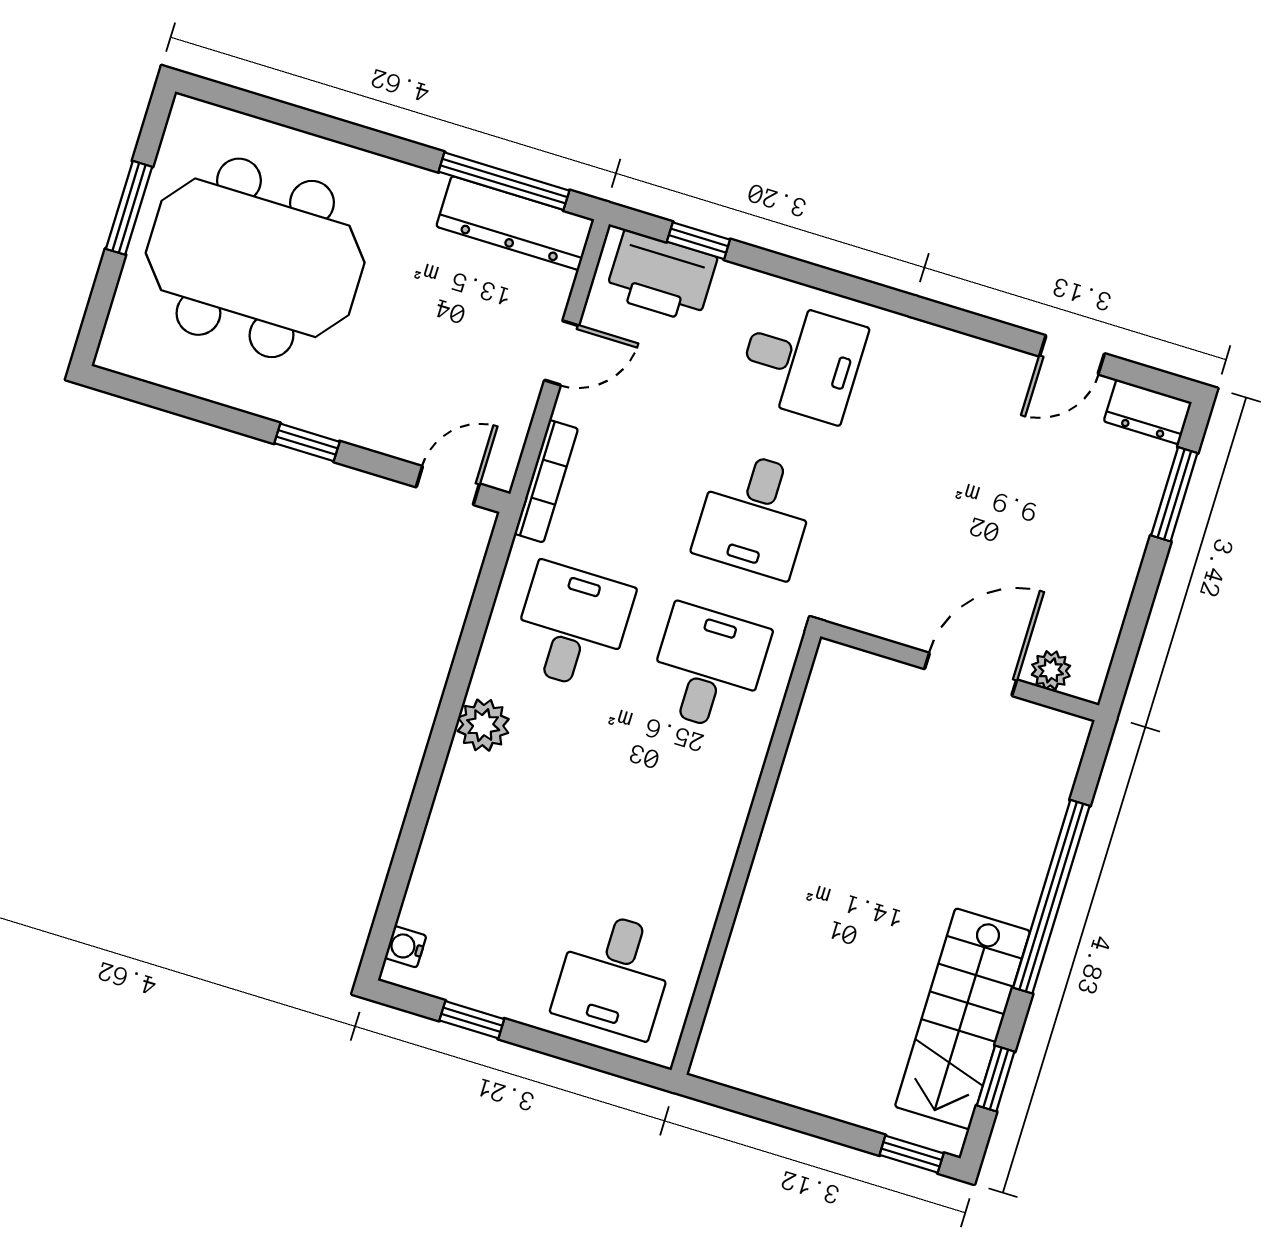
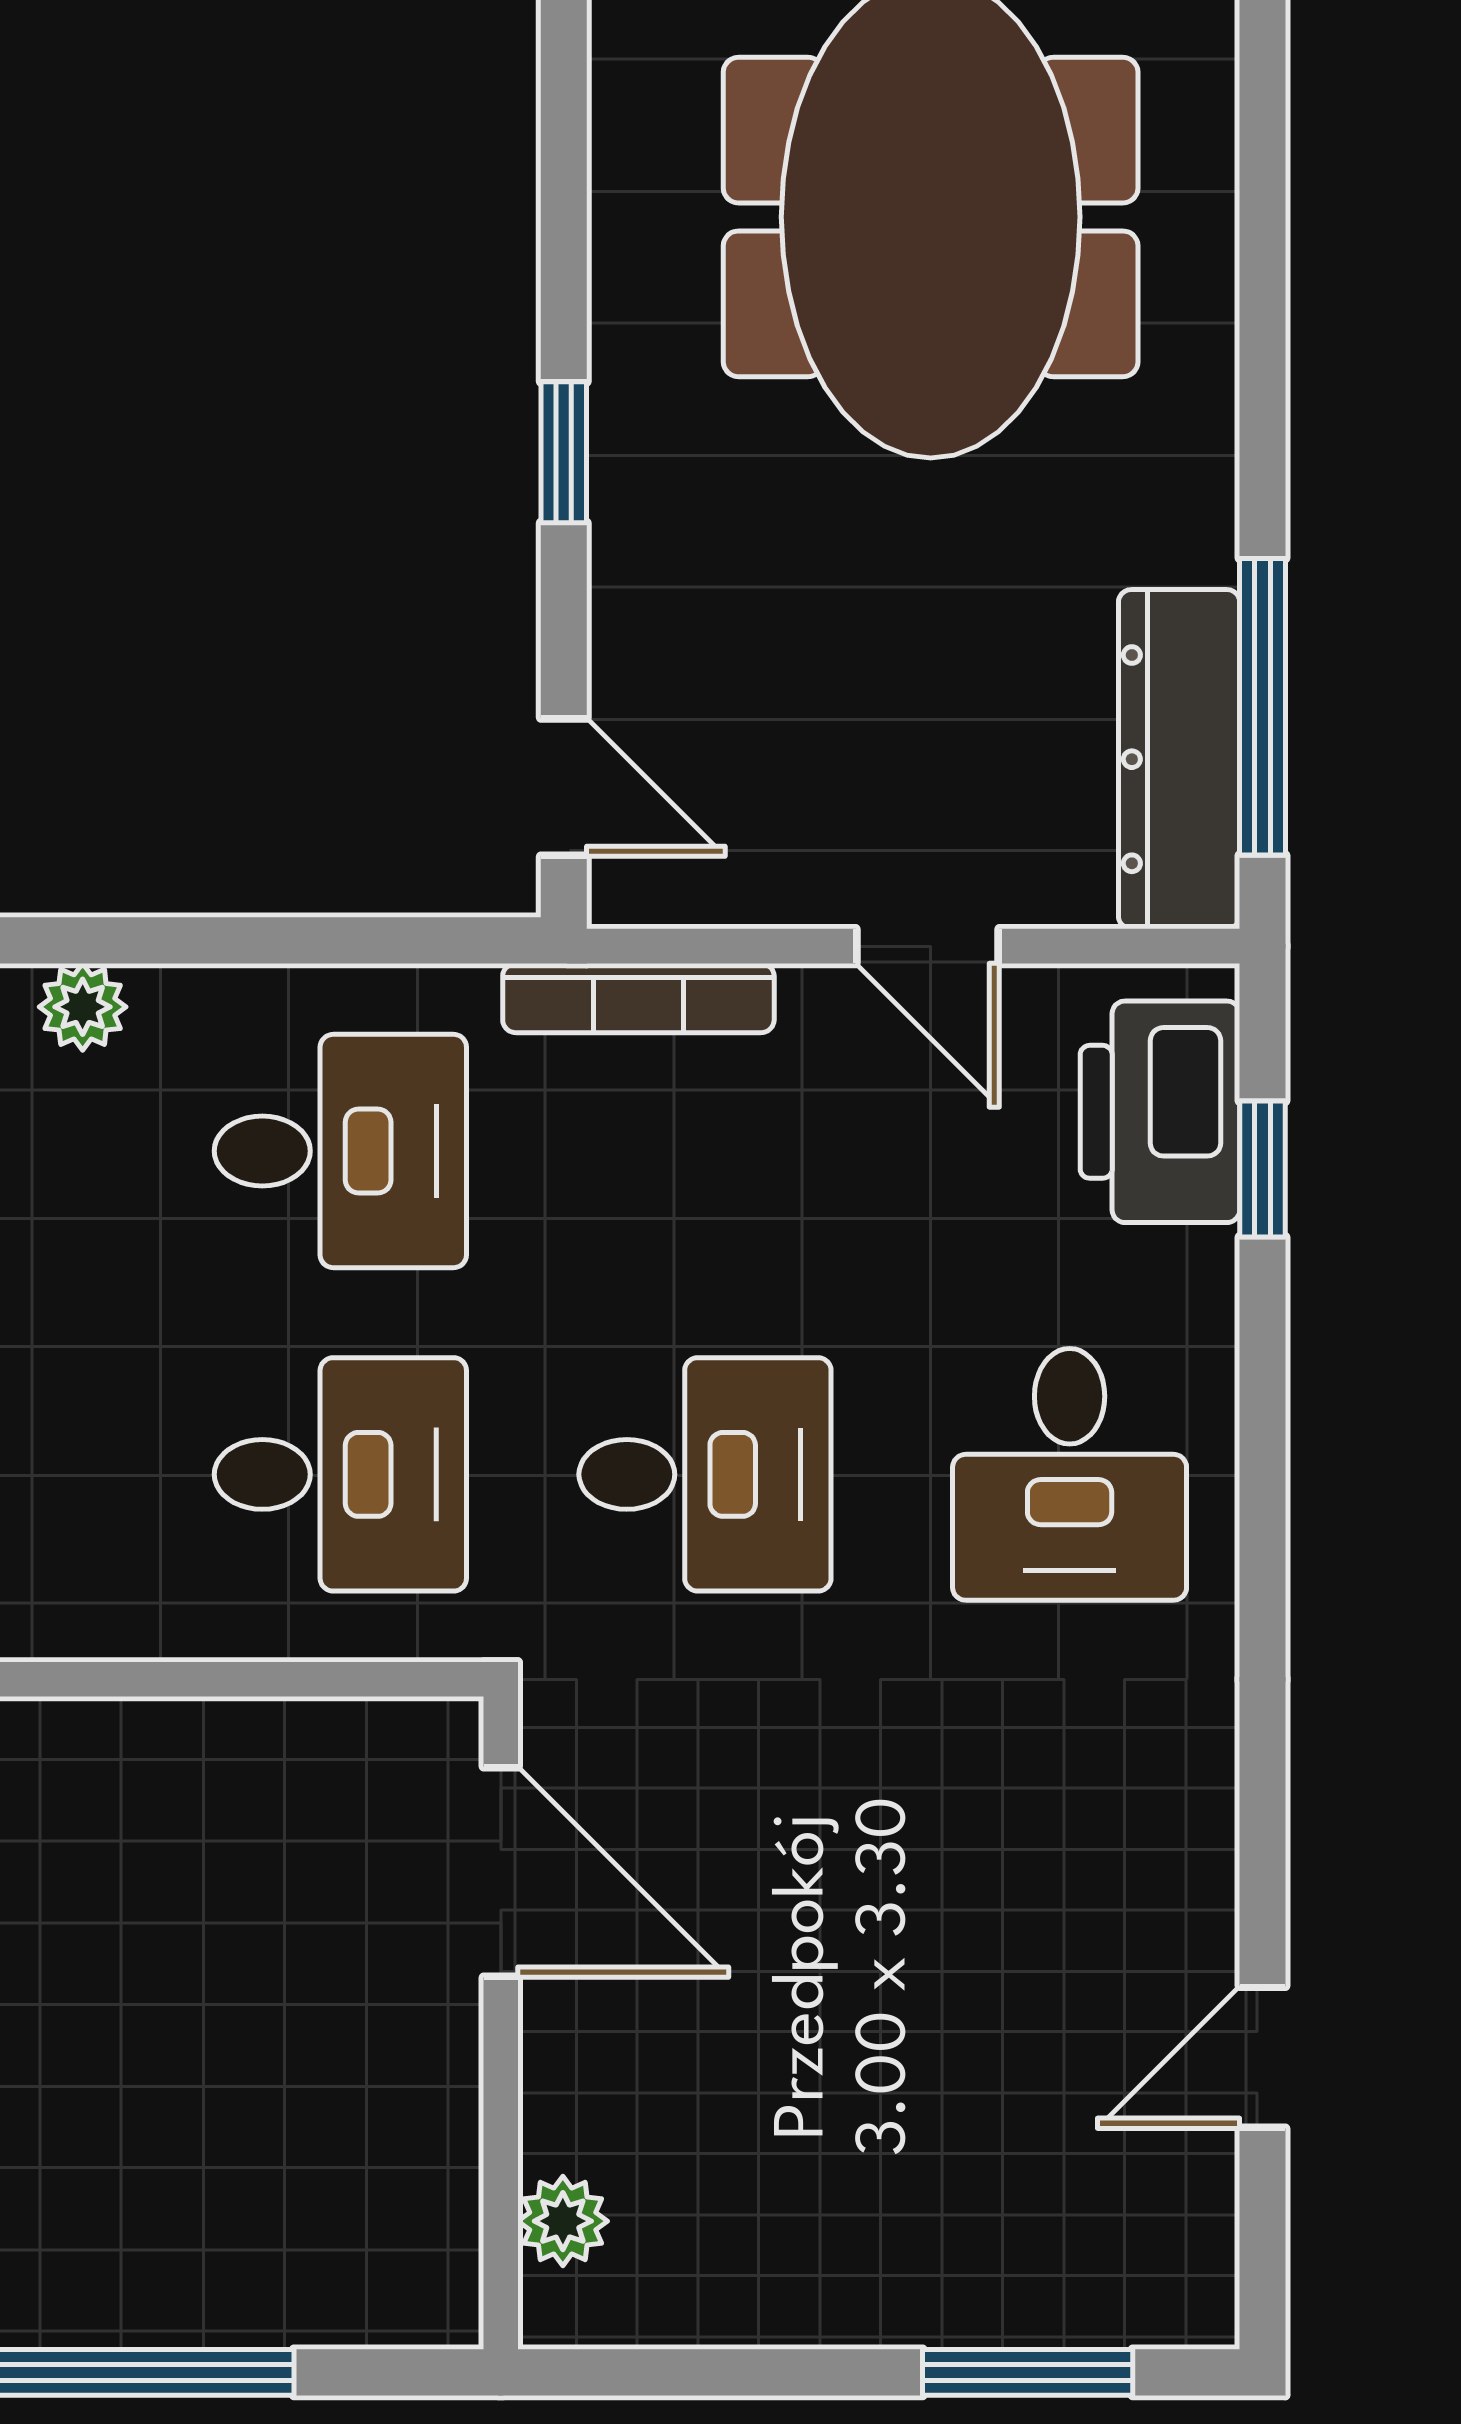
door: (1072, 355) -> (1263, 2057), hinge flipped
dresser: (1148, 412) -> (1189, 2260), removed
desk: (755, 514) -> (705, 1474), turned 180
door: (971, 674) -> (501, 1872), moved
plant: (483, 725) -> (83, 1007), width x0.73, depth x0.73

